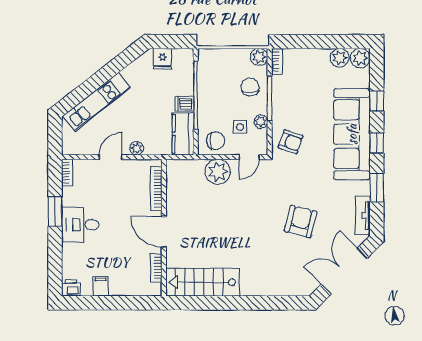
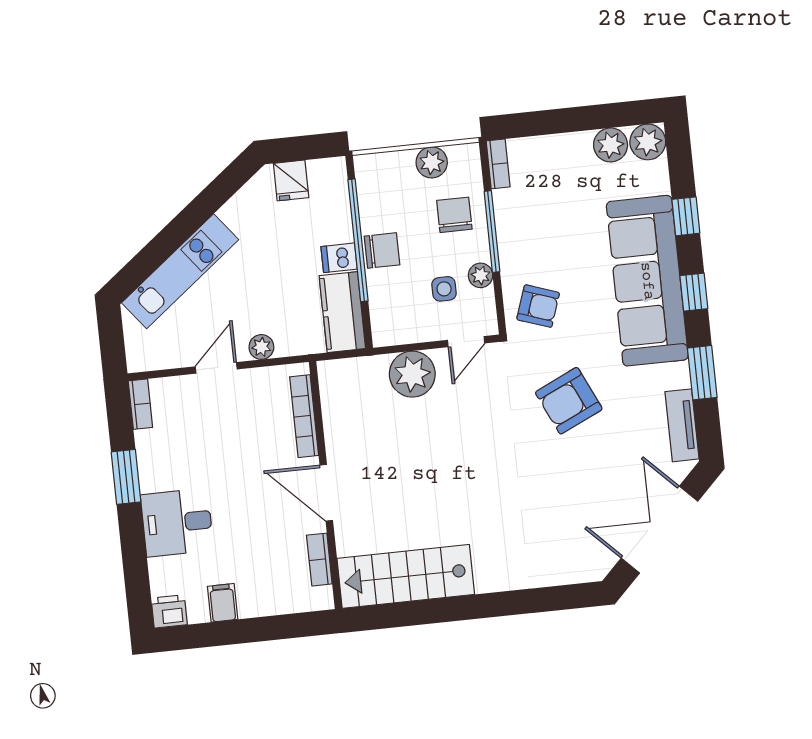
plant: (259, 57) -> (432, 162), moved
chair: (216, 141) -> (382, 250), moved
armchair: (300, 221) -> (569, 401), moved, turned -129
desk: (80, 225) -> (177, 523), moved

